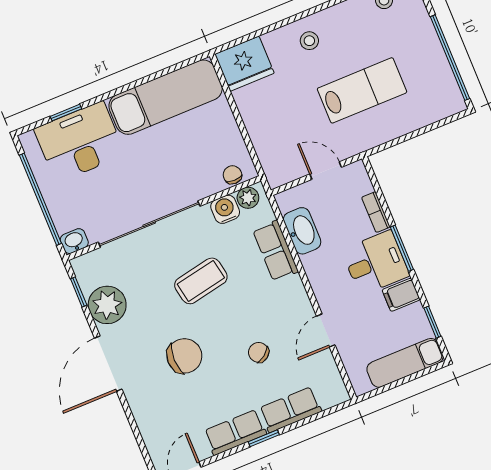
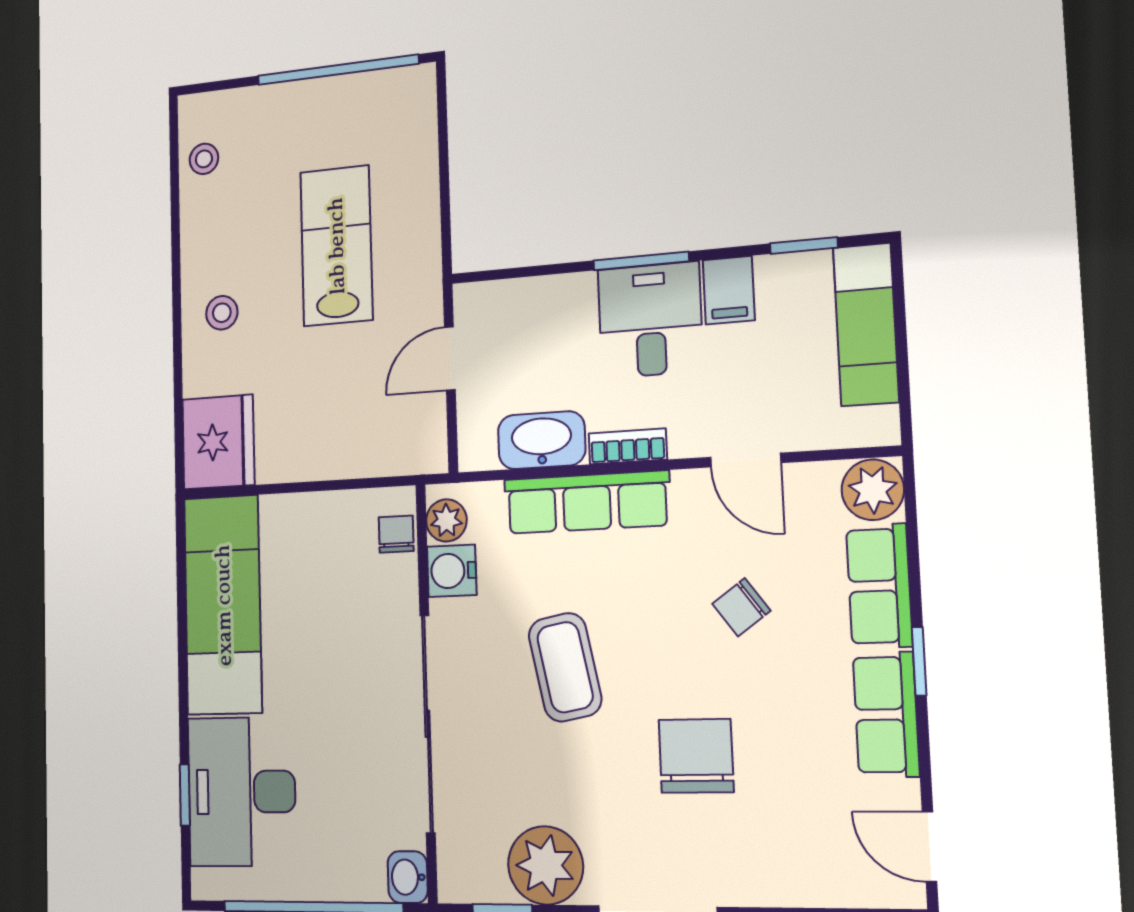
chair: (232, 175) -> (396, 534), turned 90
bookcase: (376, 212) -> (628, 446), moved, turned 180
row of seats: (275, 251) -> (587, 502), width x1.48
plant: (332, 392) -> (873, 490), added

